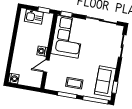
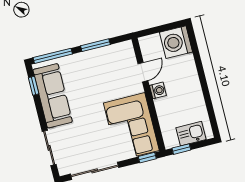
washing machine: (14, 79) -> (176, 42), width x1.89, depth x1.89
sofa: (105, 81) -> (53, 96), width x1.36
coffee table: (74, 83) -> (93, 66), removed

